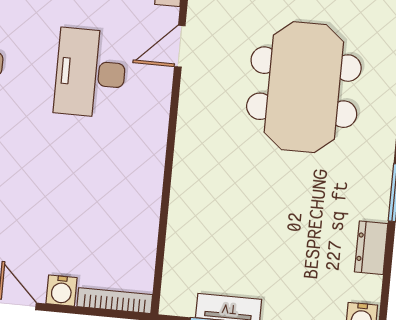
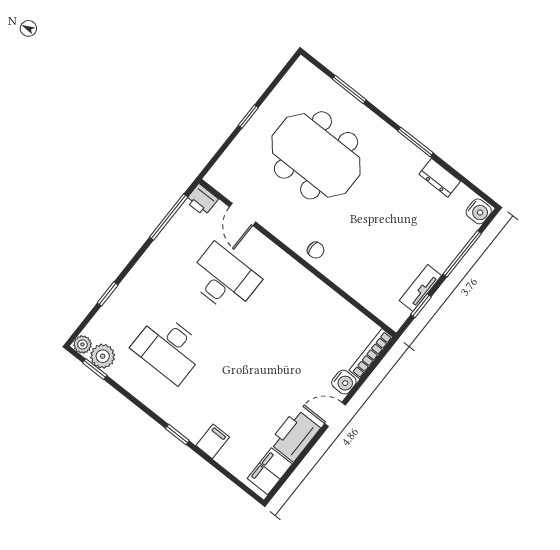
desk: (91, 73) -> (224, 279), turned 180
chair: (194, 158) -> (316, 250), added

